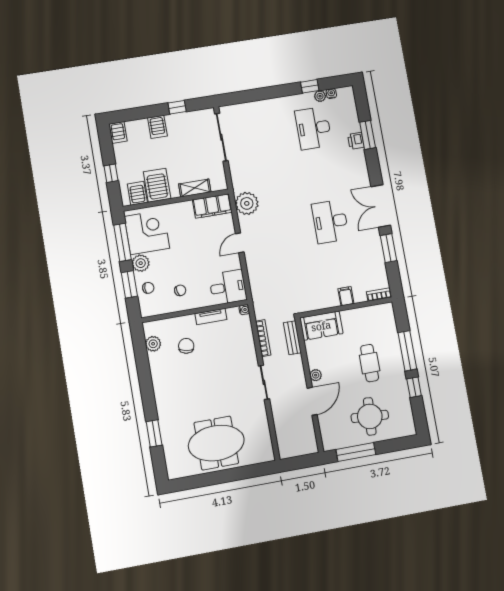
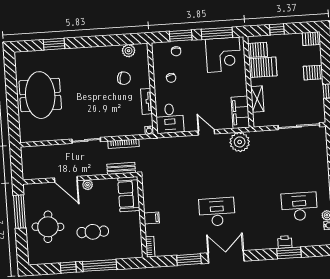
plant: (141, 263) -> (198, 47), removed

